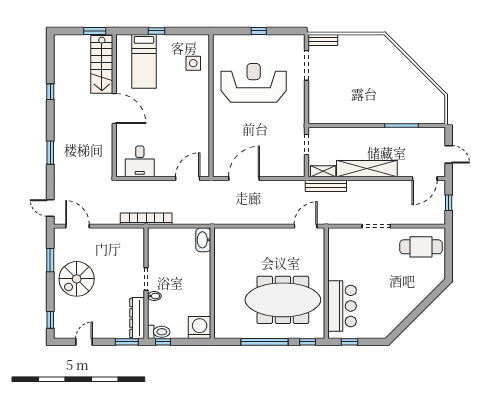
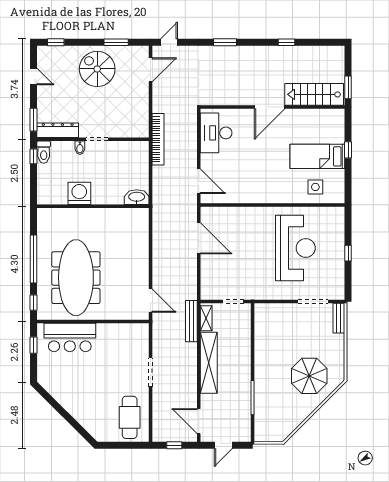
bed: (144, 61) -> (317, 156), moved
parasol: (380, 69) -> (309, 376), added
desk: (140, 161) -> (216, 133), width x1.37
washing machine: (200, 327) -> (79, 193), moved, turned -90

